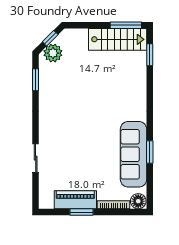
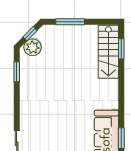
window: (126, 25) -> (70, 22), moved
stairs: (118, 39) -> (108, 52), moved, turned 90

